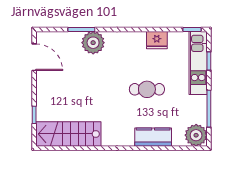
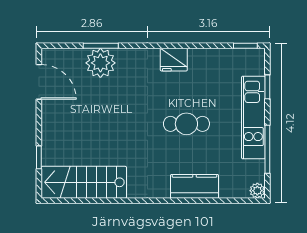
fridge: (157, 40) -> (174, 60), moved
plant: (93, 43) -> (100, 63), moved
kitchen unit: (198, 63) -> (253, 117), moved
plant: (196, 135) -> (257, 191), width x0.53, depth x0.53

